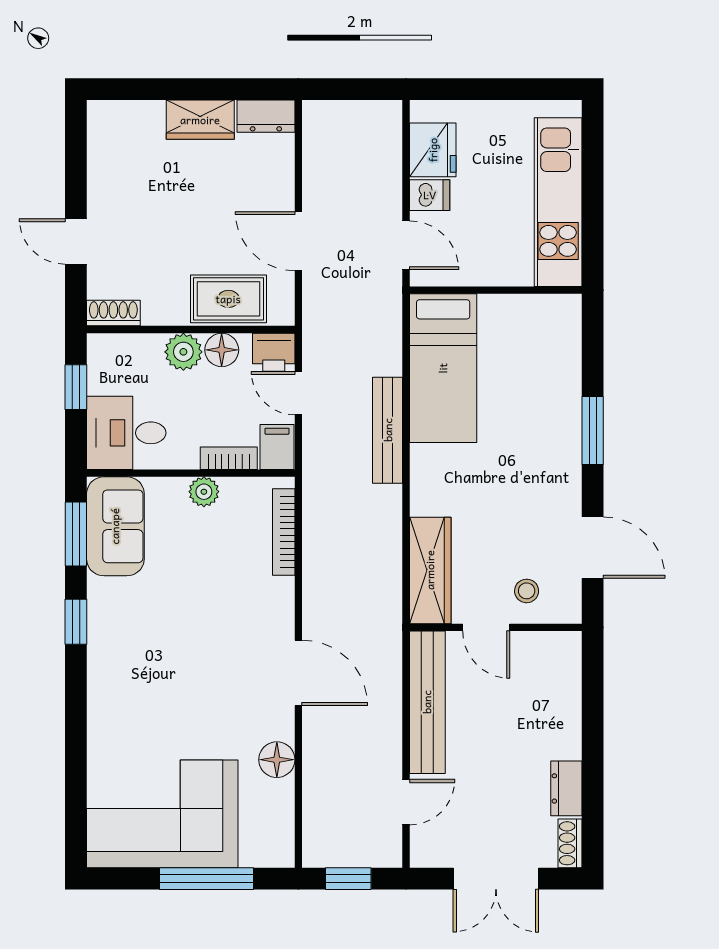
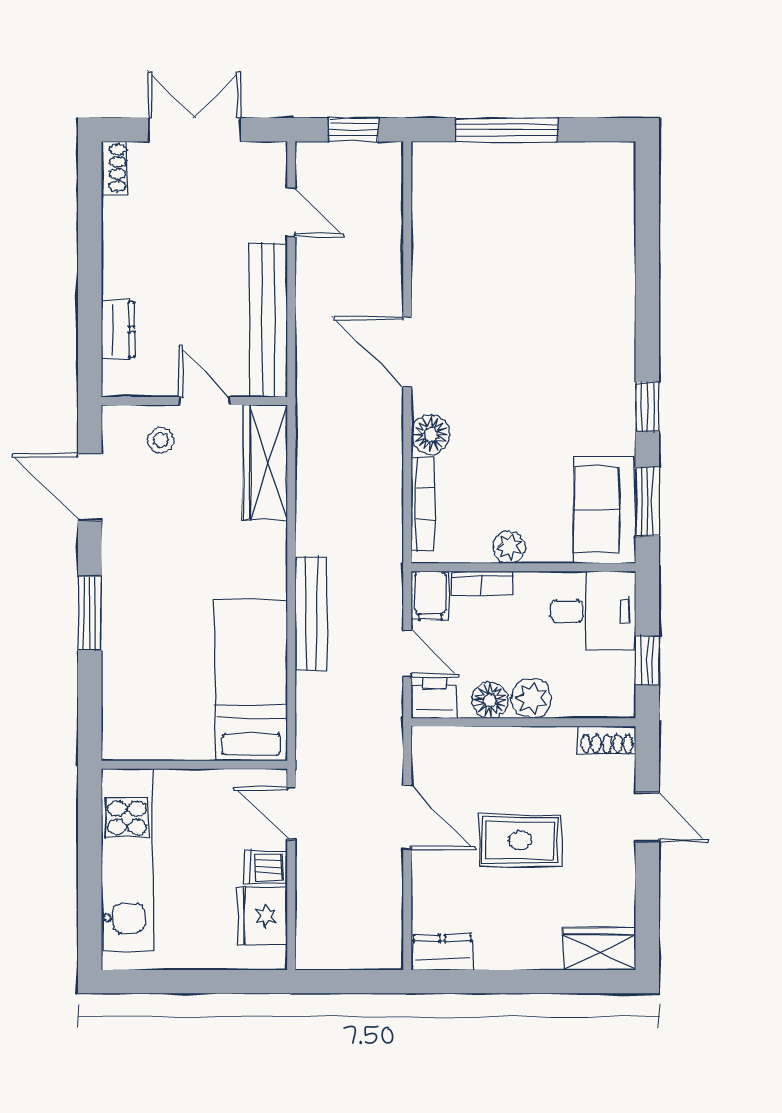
wardrobe: (200, 120) -> (599, 949), moved
rug: (228, 299) -> (520, 840), moved
floor lamp: (277, 760) -> (431, 434), moved
dresser: (566, 788) -> (118, 330), moved
door: (406, 802) -> (291, 212), swing flipped
corner sofa: (162, 814) -> (554, 200), removed

